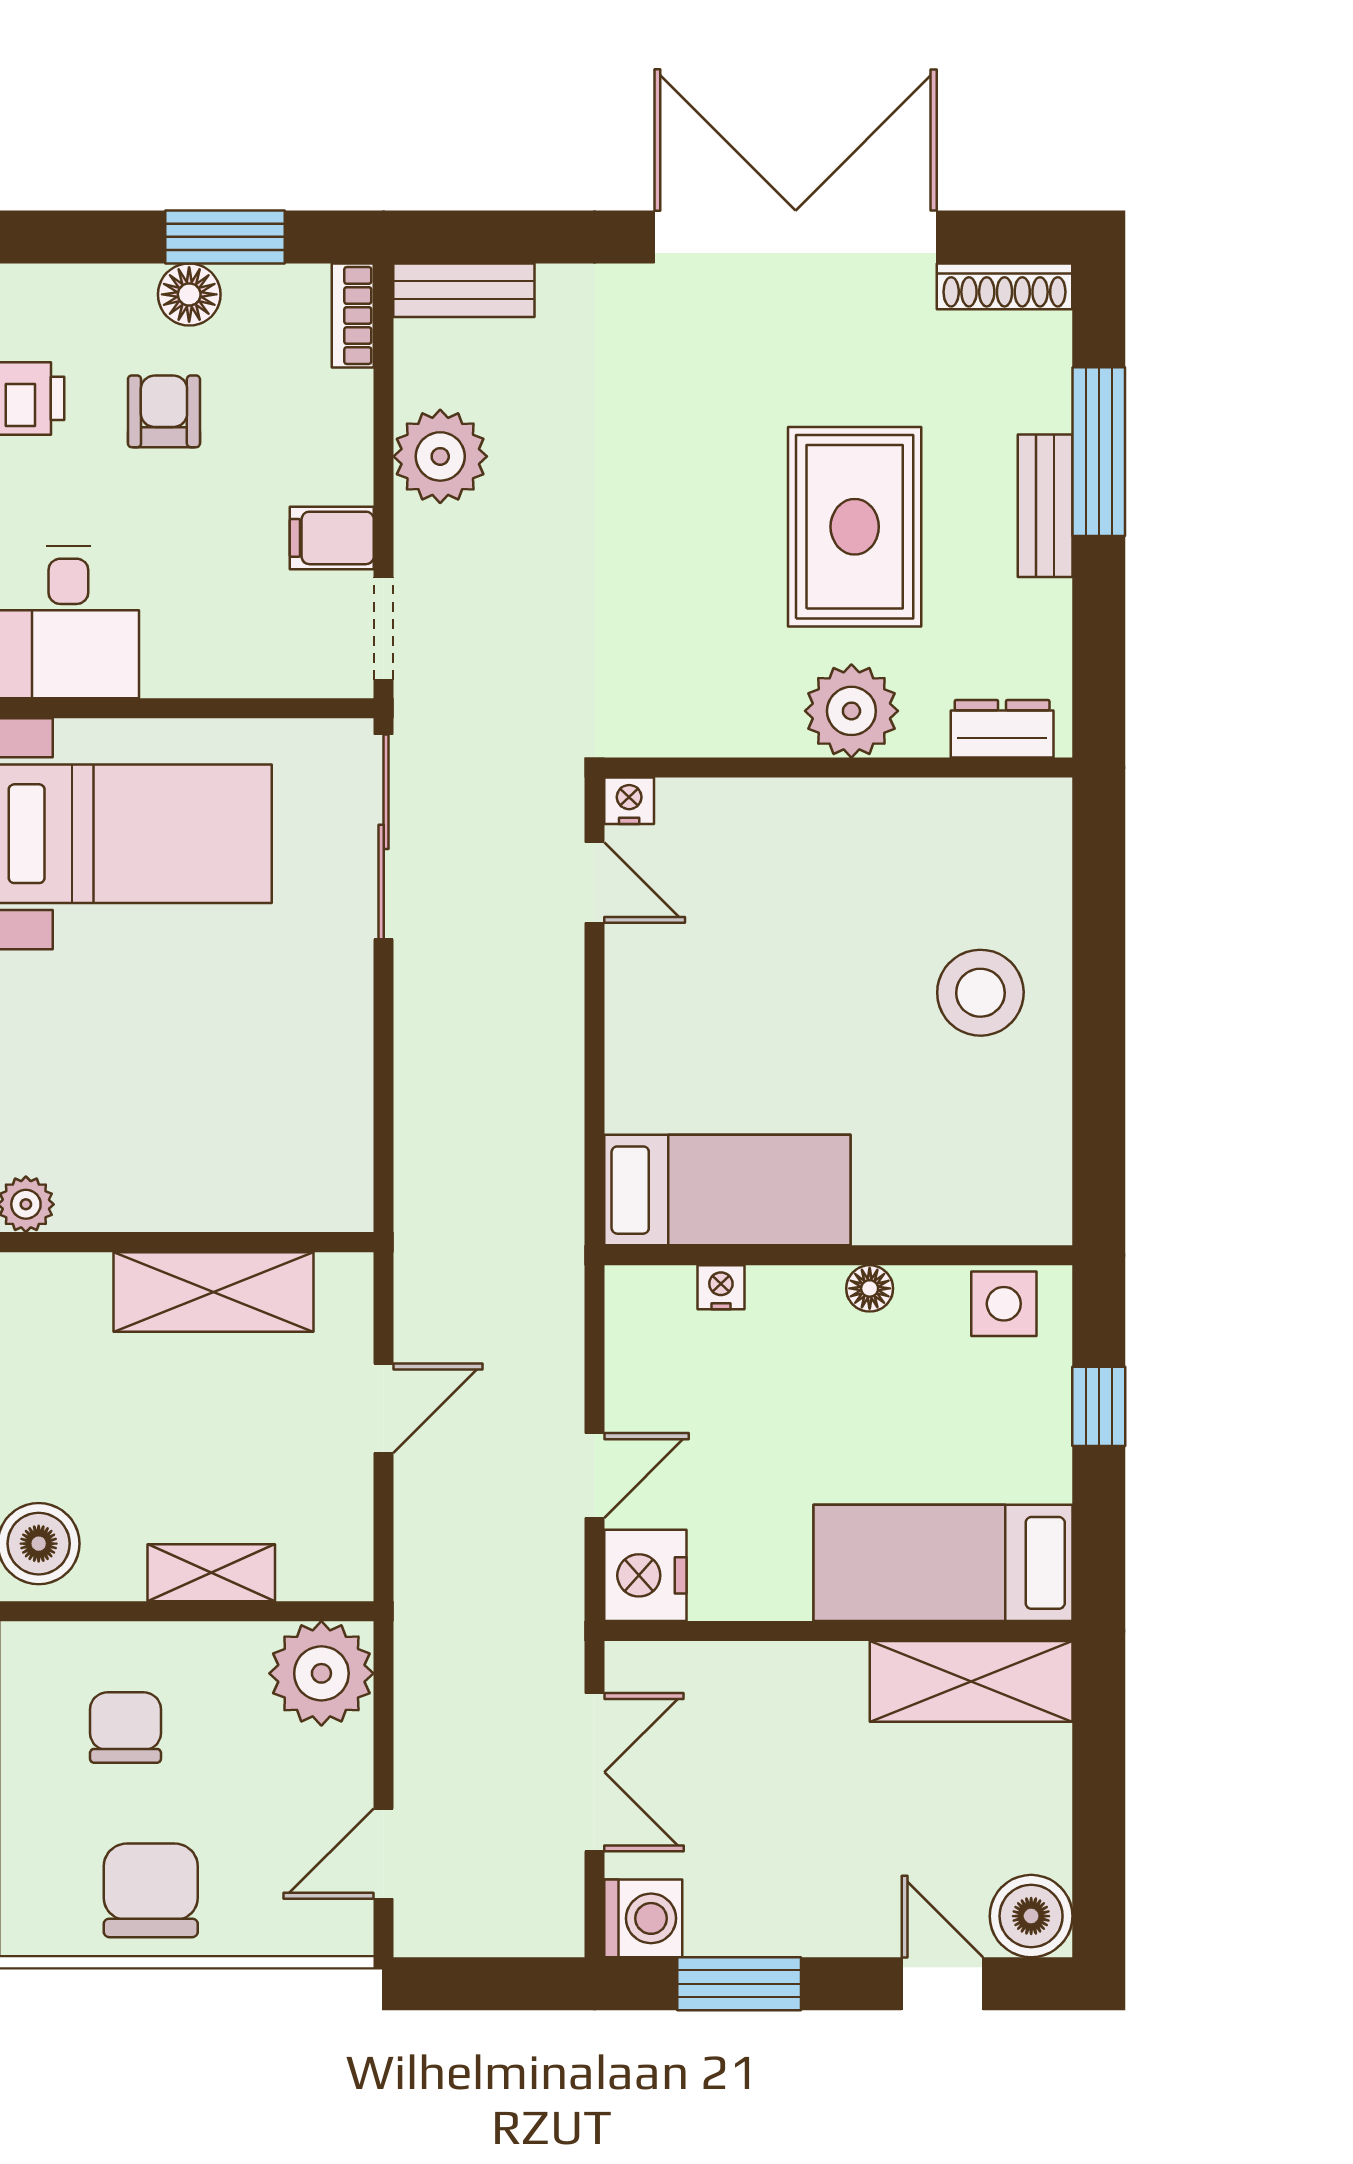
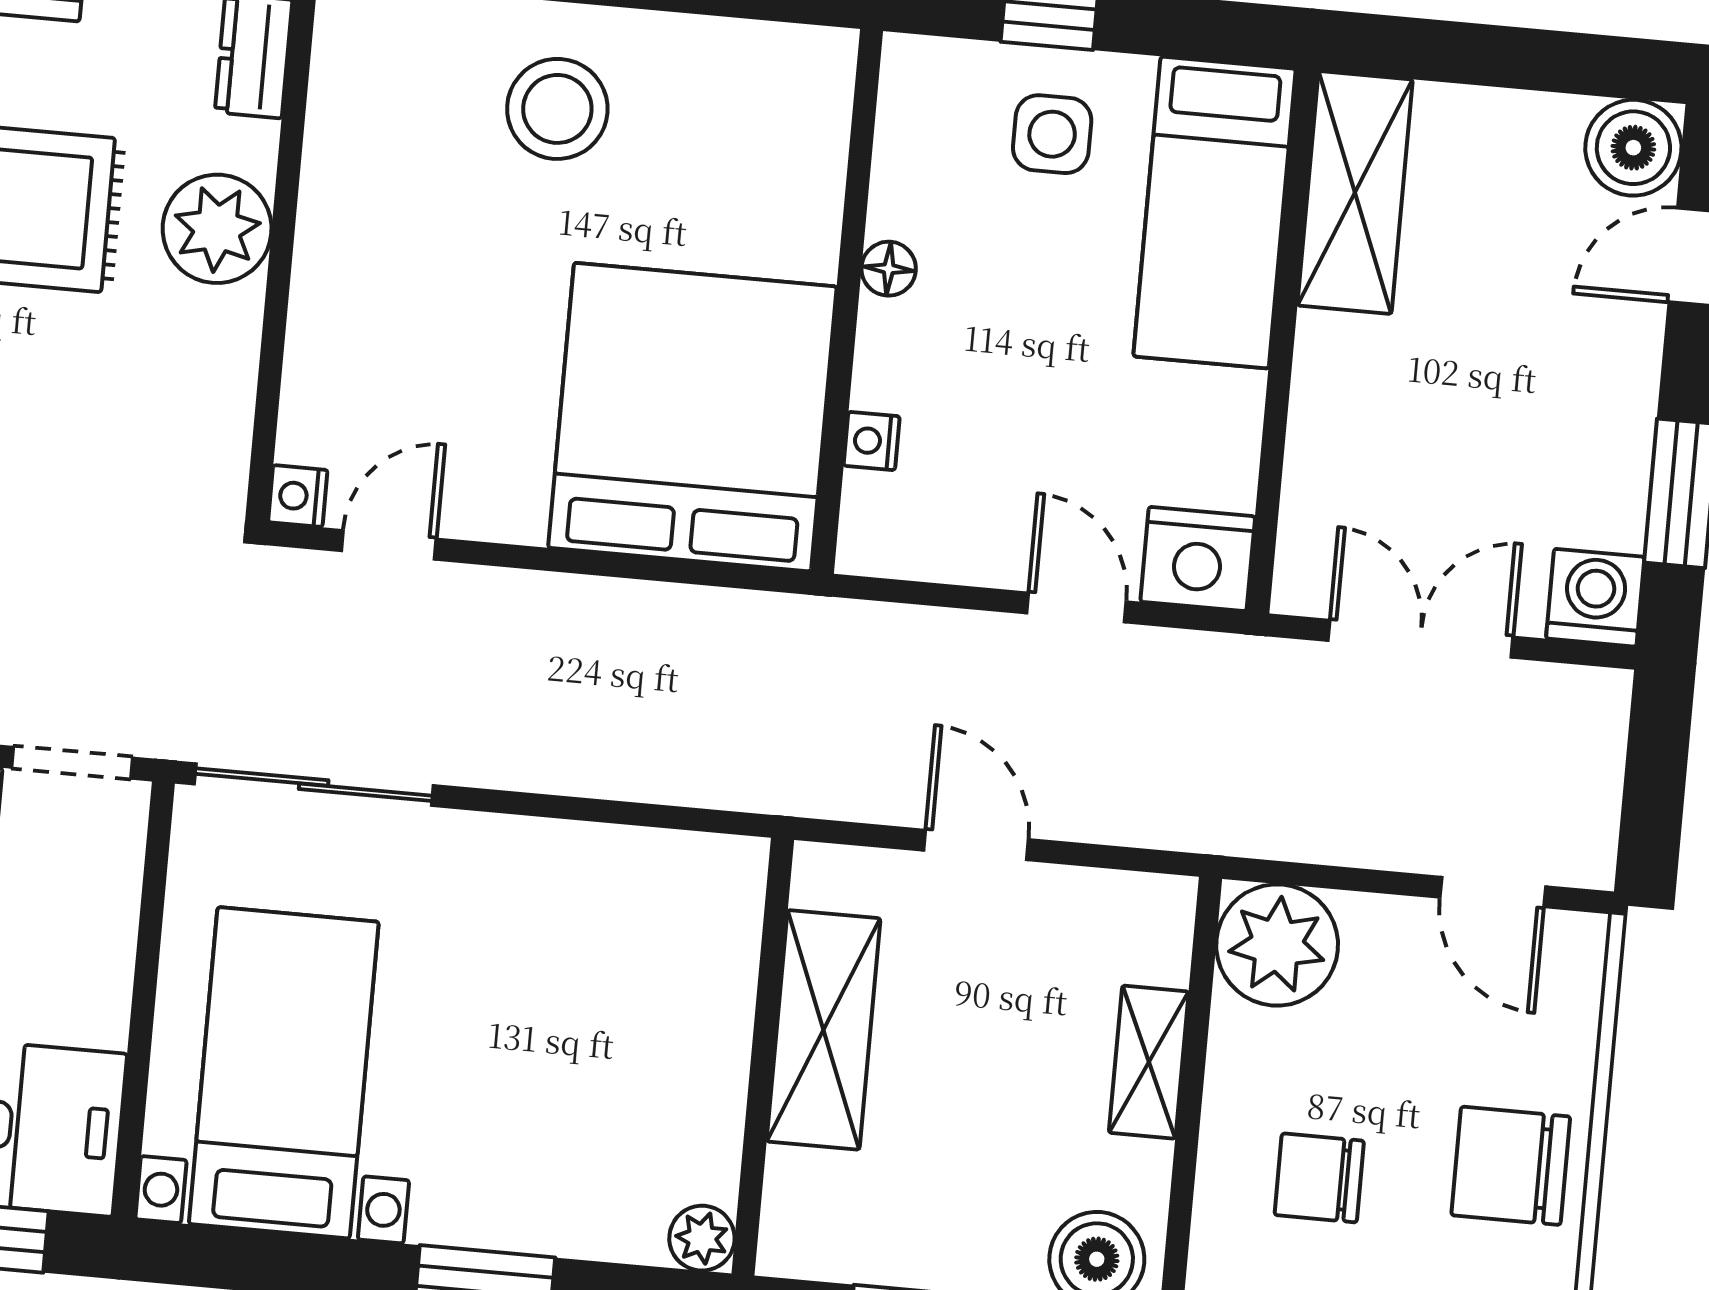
bed: (727, 1190) -> (692, 417), width x2.04
side table: (1004, 1304) -> (1052, 134), moved

